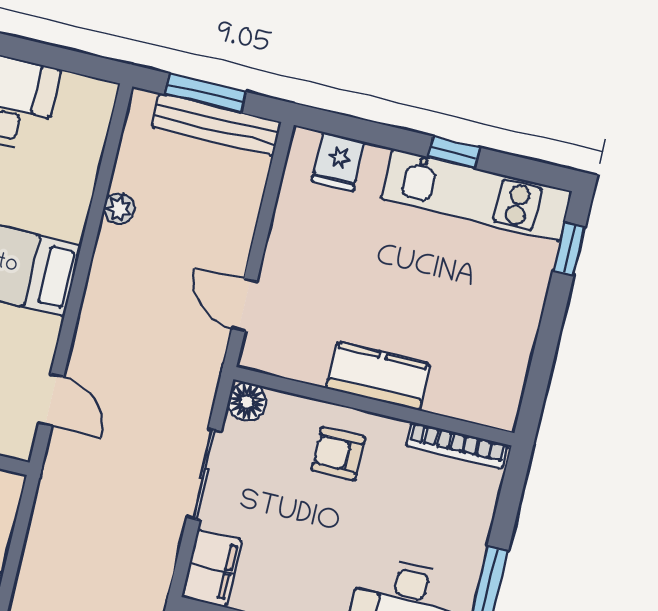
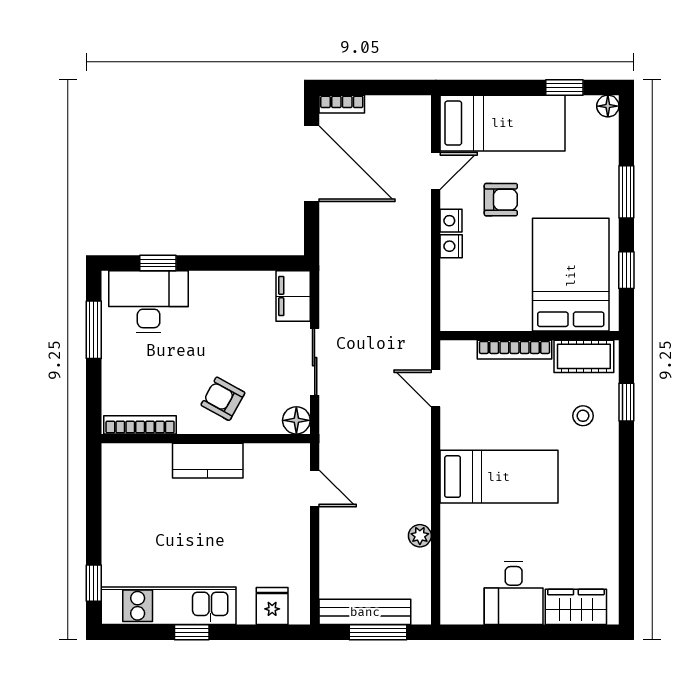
armchair: (338, 454) -> (223, 399), turned -151

